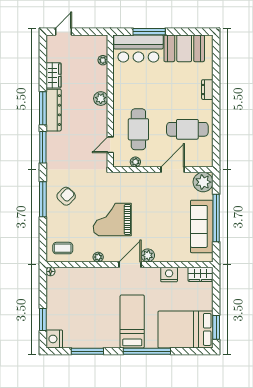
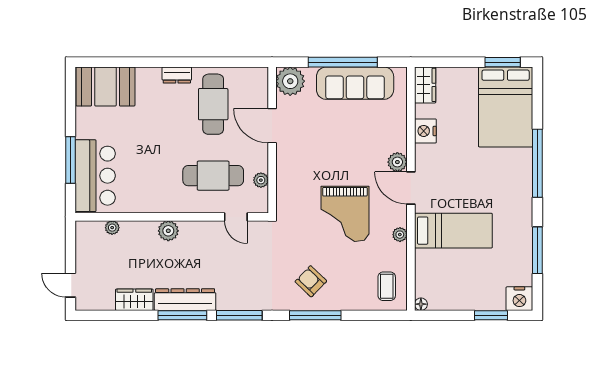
booth: (184, 48) -> (105, 86), moved, turned 90
dresser: (207, 90) -> (177, 75), moved
bed: (132, 321) -> (453, 231), moved, turned 180

